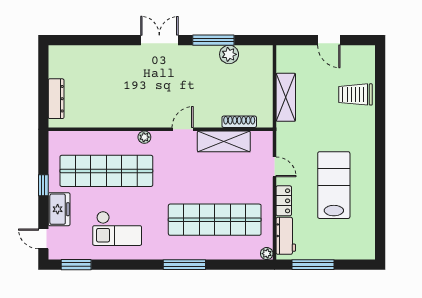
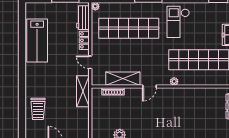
trolley: (355, 94) -> (38, 109), turned 90
shelving: (286, 97) -> (83, 91), moved
lab bench: (334, 185) -> (37, 40), moved
checkout: (117, 228) -> (178, 22), moved, turned -90

